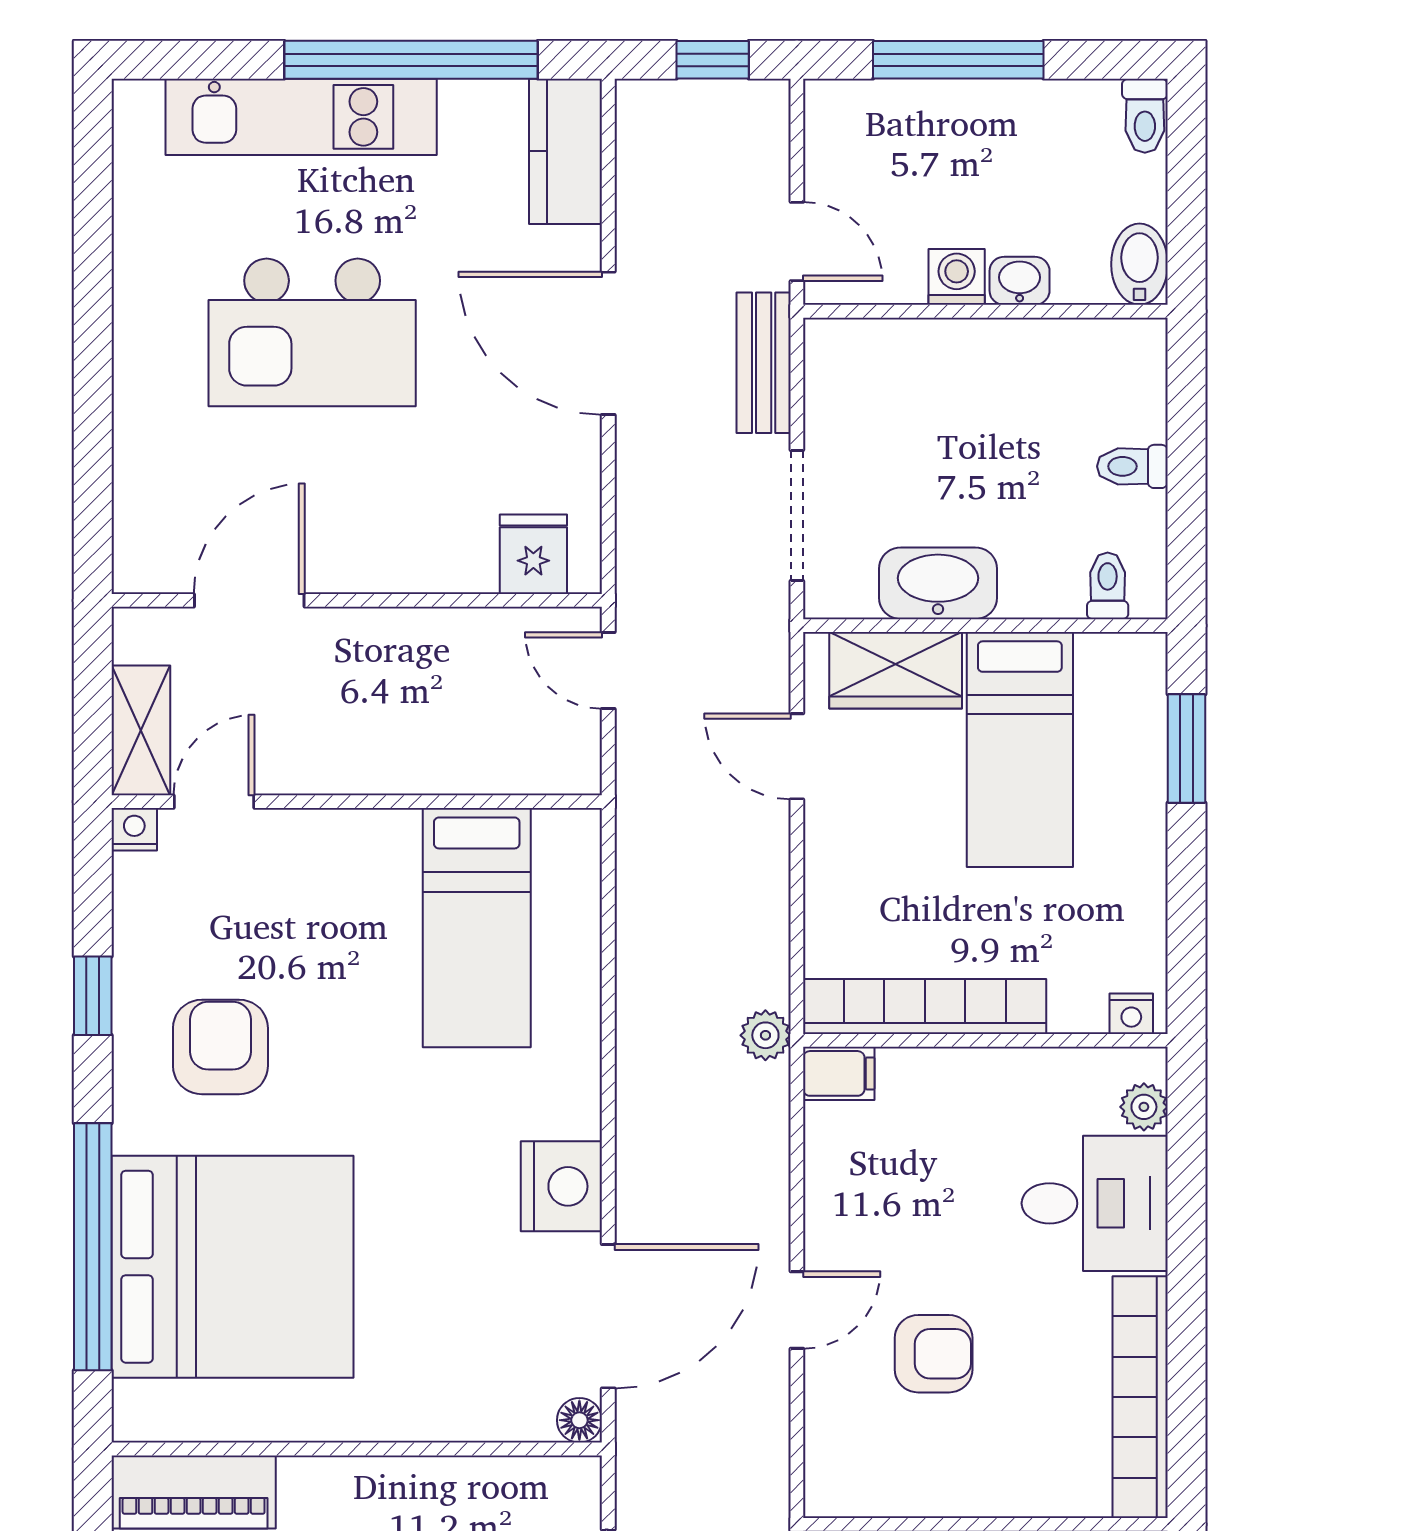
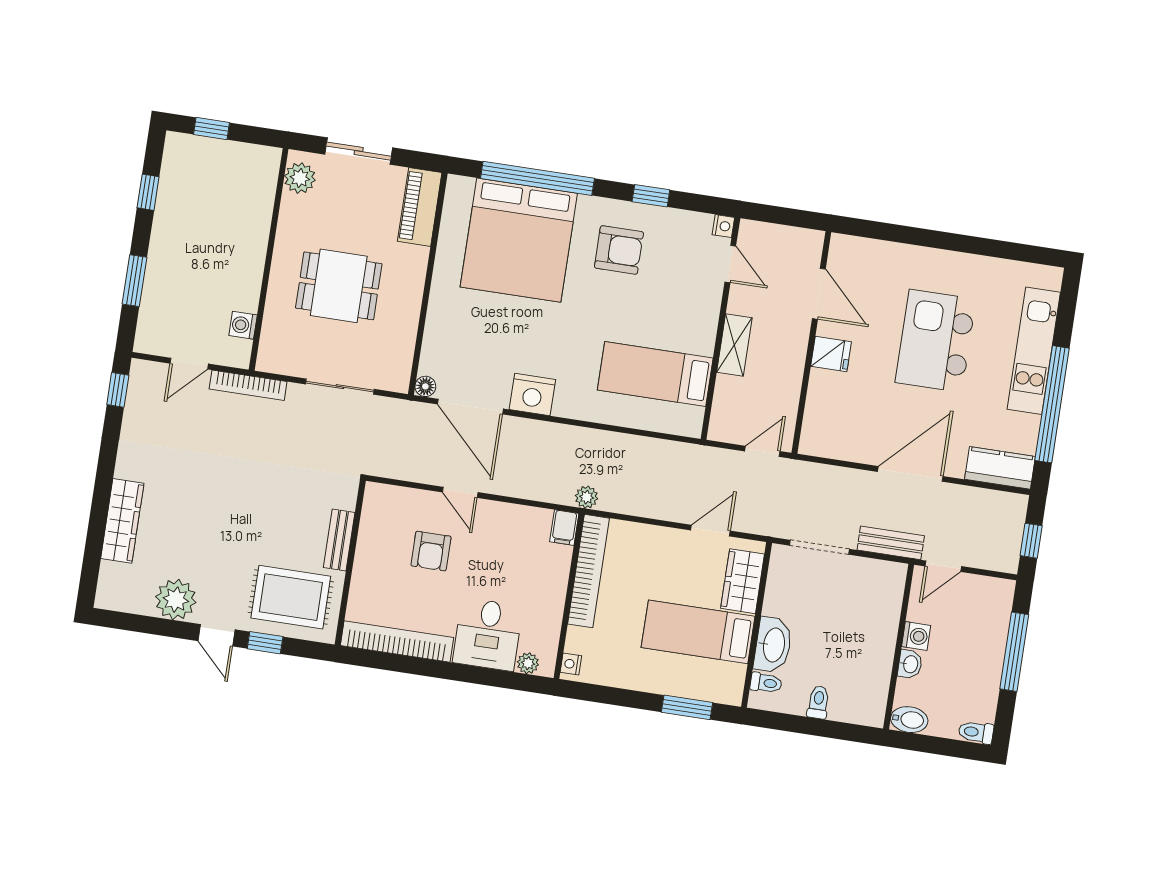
fridge: (533, 554) -> (831, 354), moved
washbasin: (938, 583) -> (773, 645), moved
shelving: (141, 730) -> (734, 345), moved, turned 90

